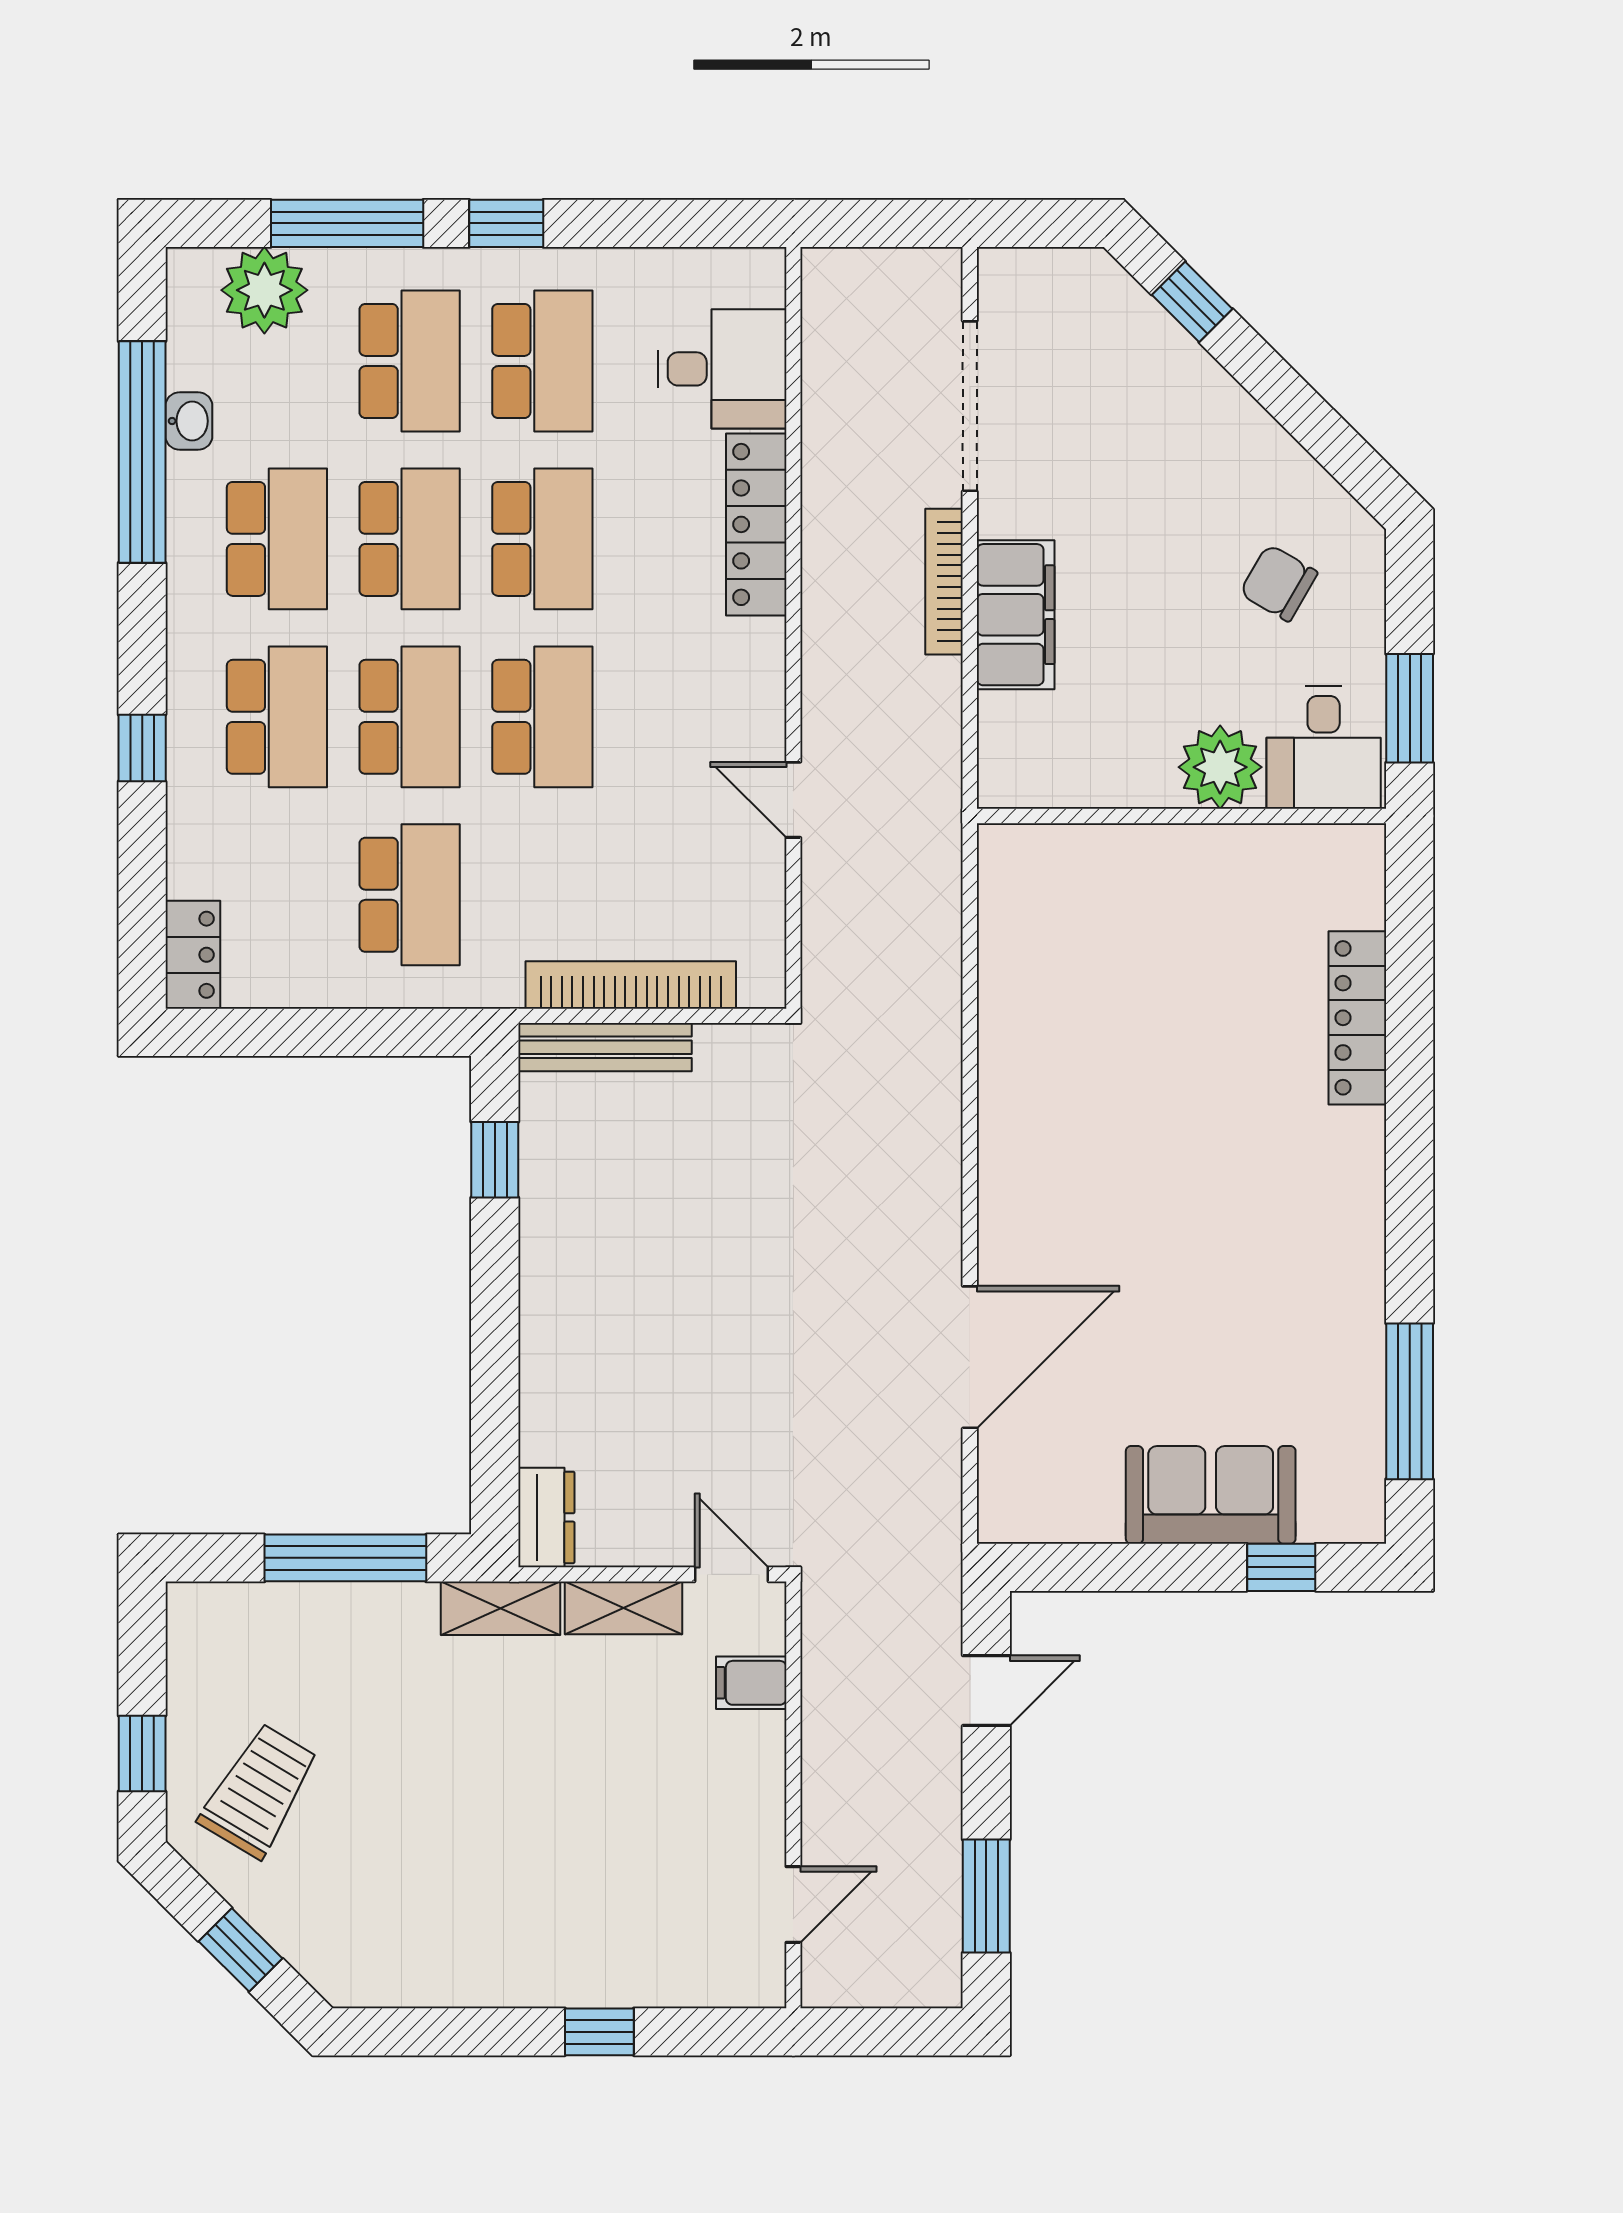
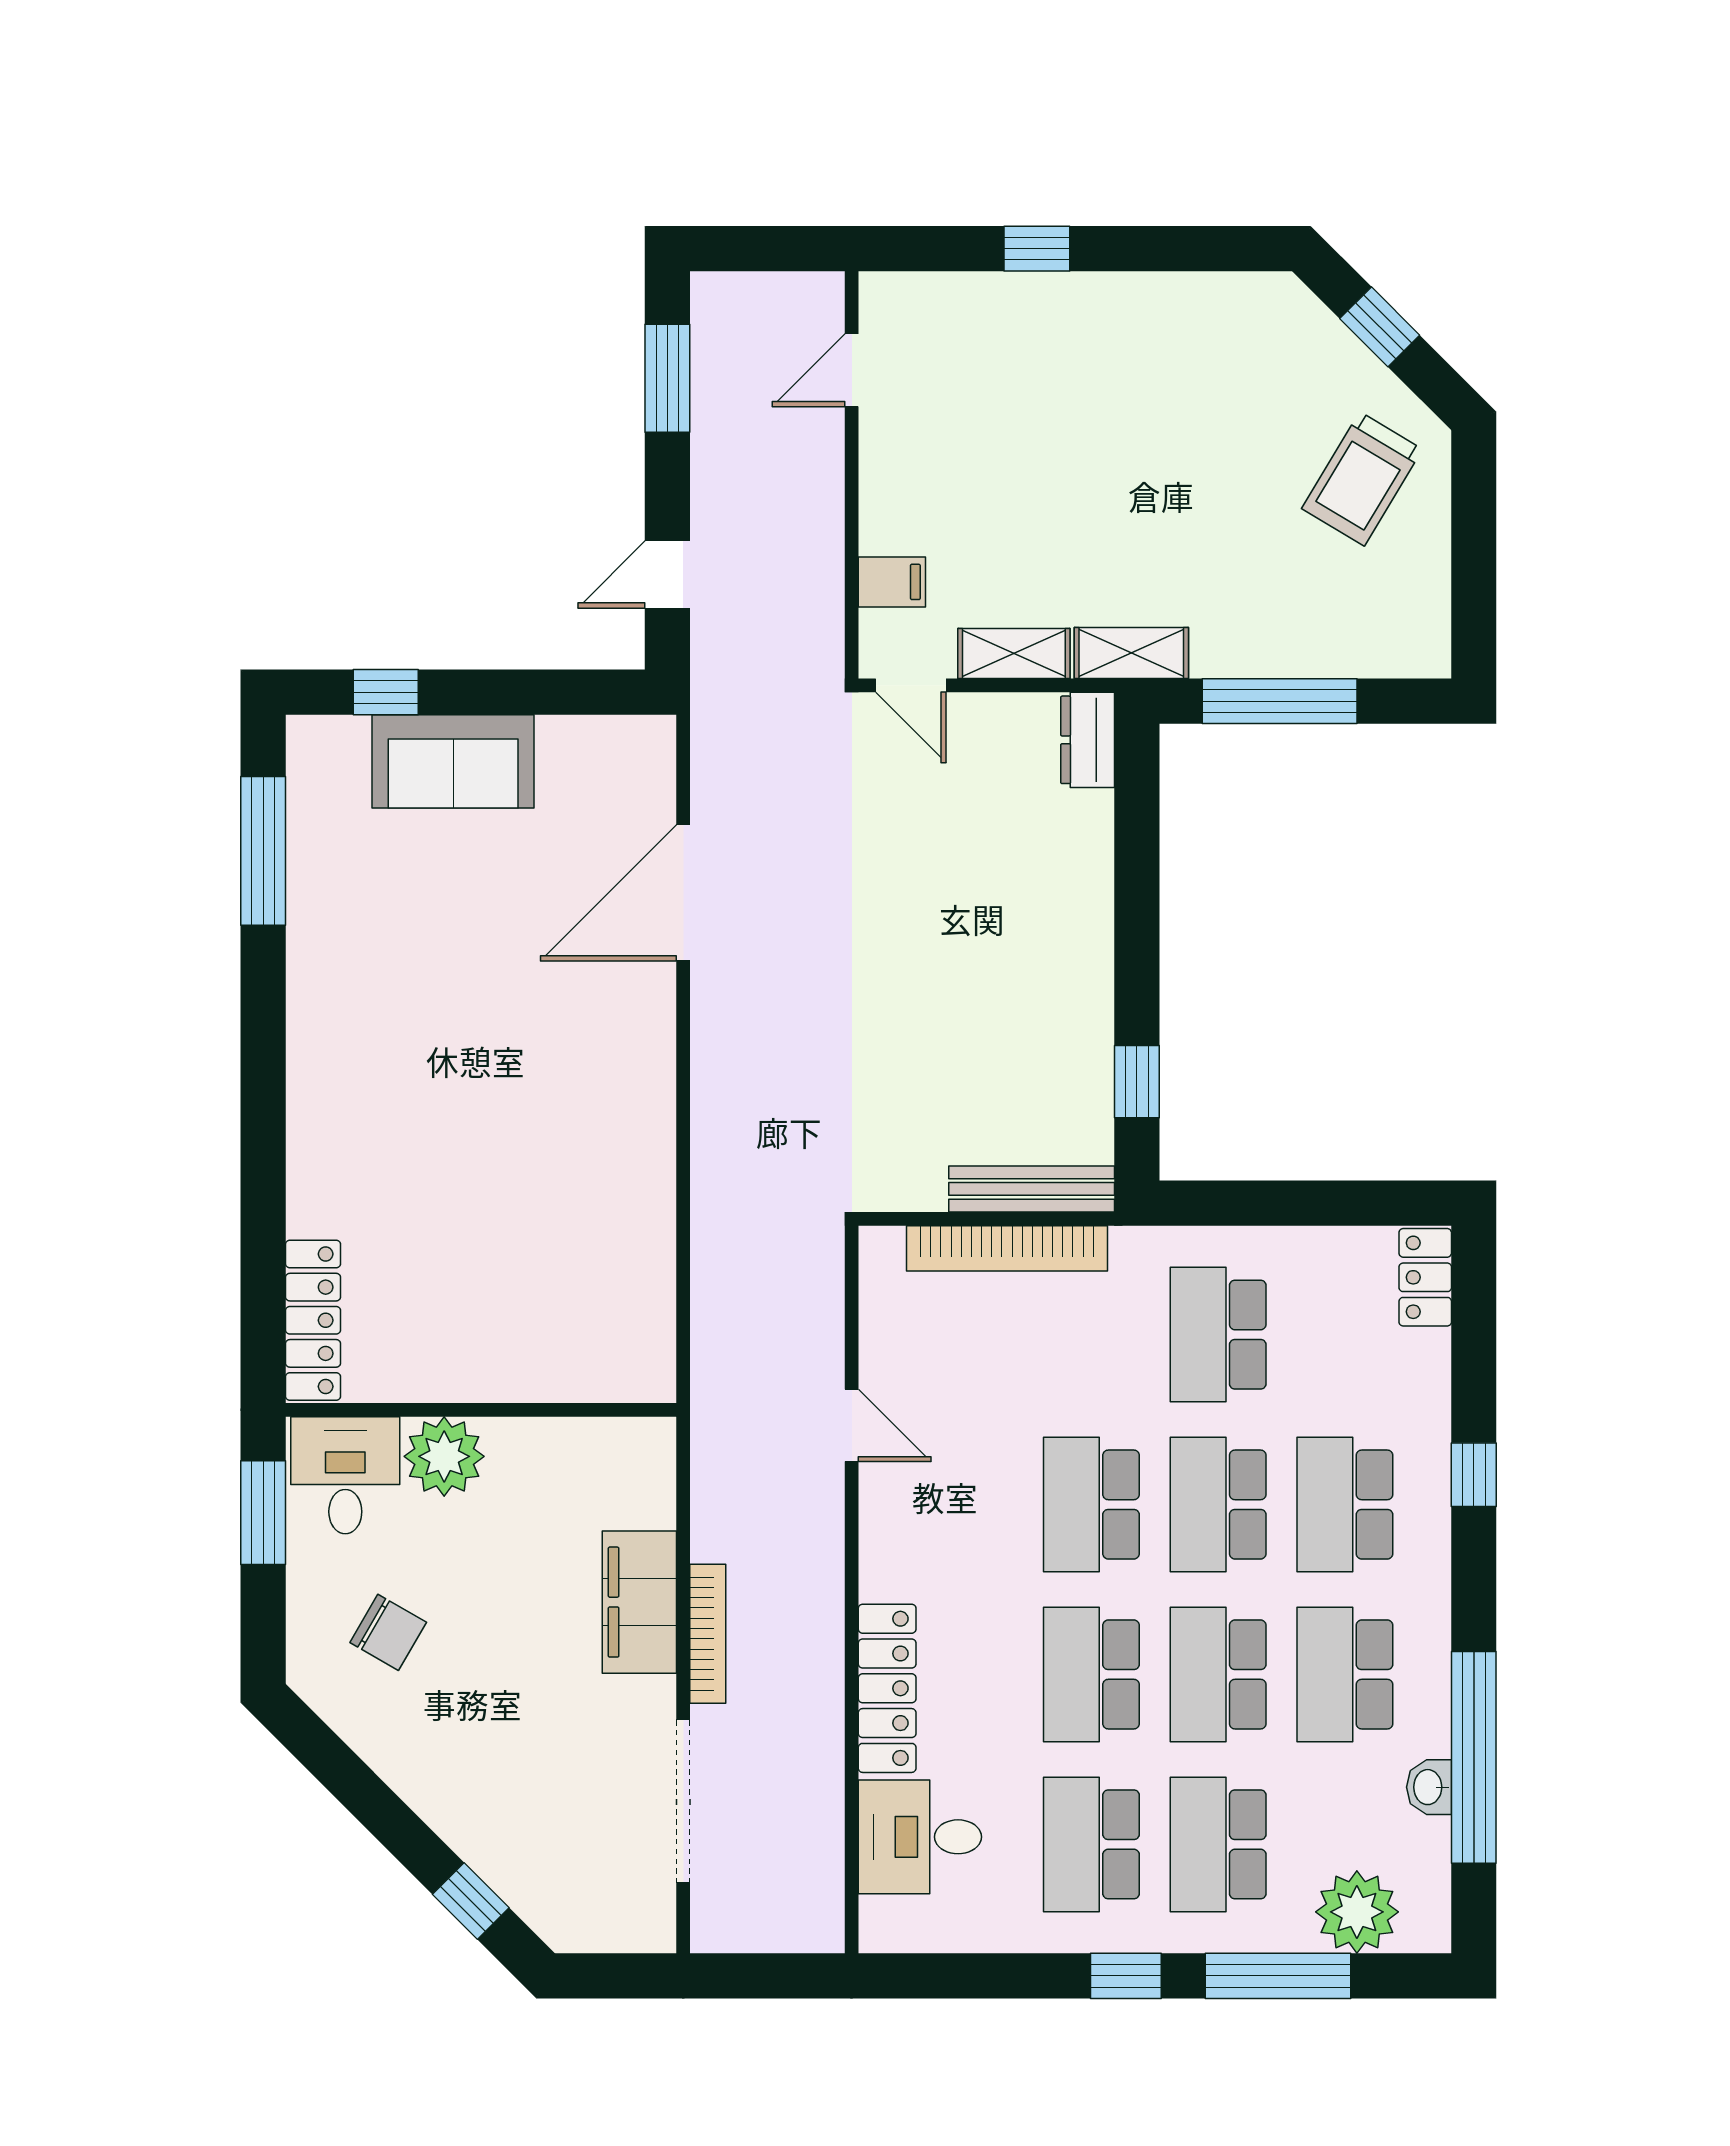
locker: (1357, 1018) -> (313, 1320), moved
window: (142, 1753) -> (1474, 514), removed

